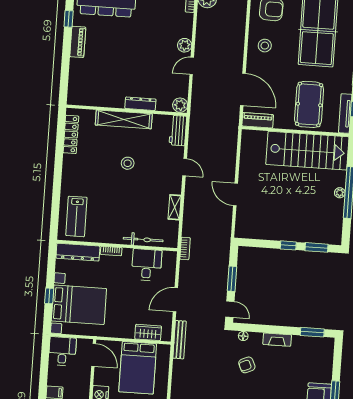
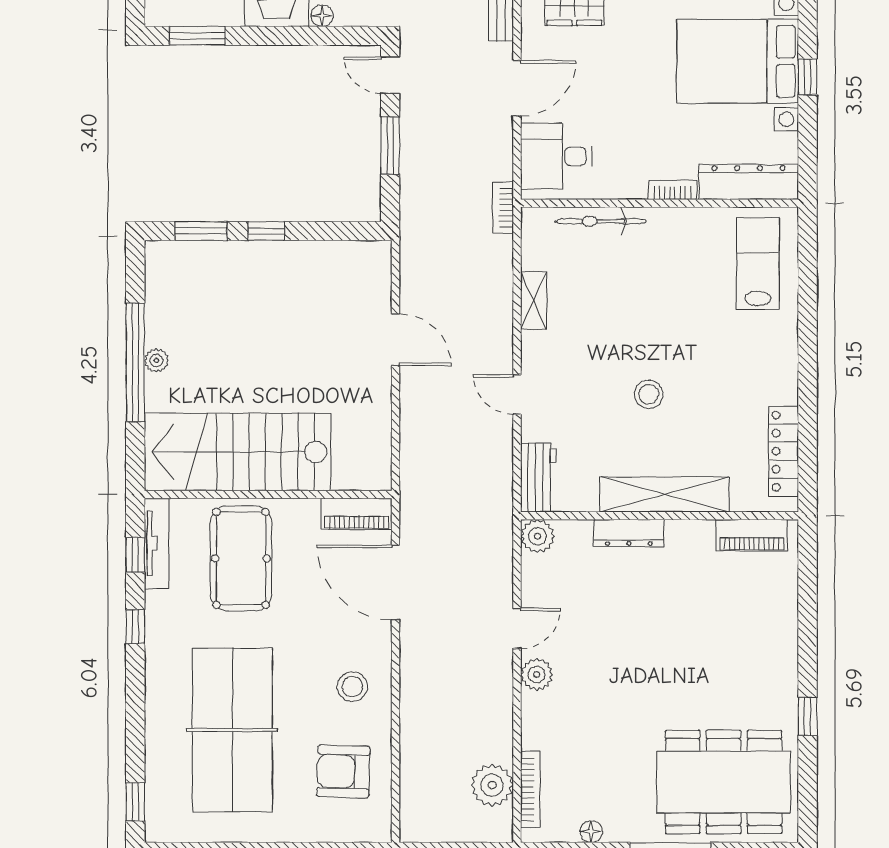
piano: (78, 42) -> (752, 535), moved, turned -90
desk: (147, 265) -> (556, 156), moved, turned 90
floor lamp: (243, 336) -> (322, 16), moved

